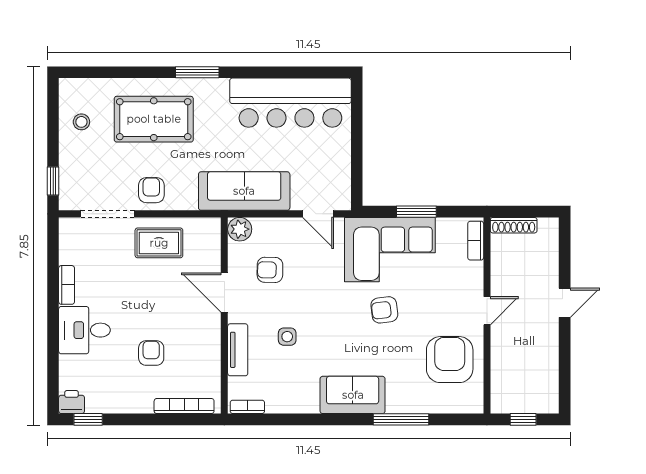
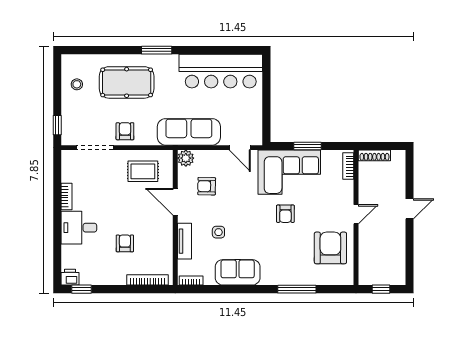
rug: (159, 243) -> (143, 171), moved
armchair: (384, 310) -> (285, 214), turned -83
sofa: (353, 395) -> (238, 272), moved

